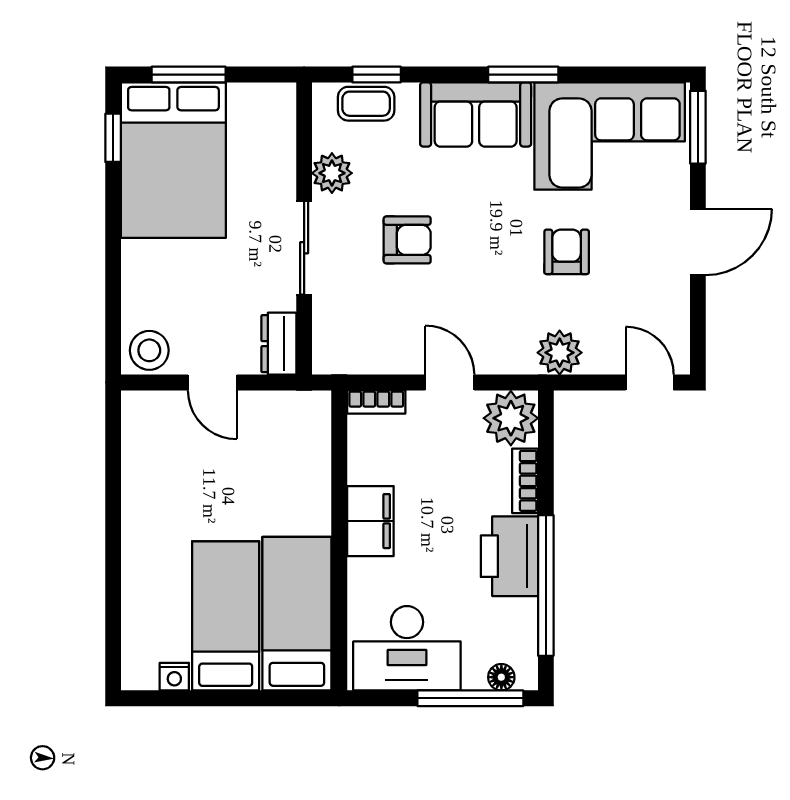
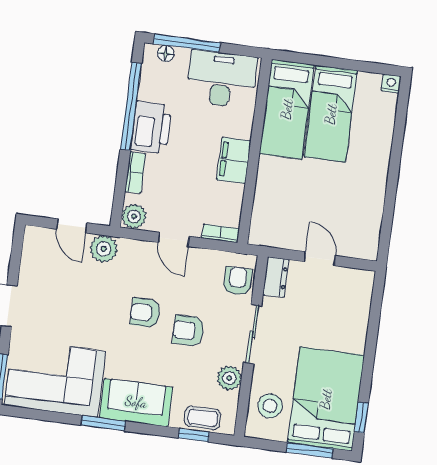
armchair: (567, 252) -> (145, 313), moved, turned 90
armchair: (339, 330) -> (238, 281), added
stool: (149, 350) -> (270, 406), moved
door: (650, 382) -> (72, 226), moved
plant: (511, 418) -> (134, 216), width x0.73, depth x0.73
nightstand: (174, 677) -> (391, 84), moved

